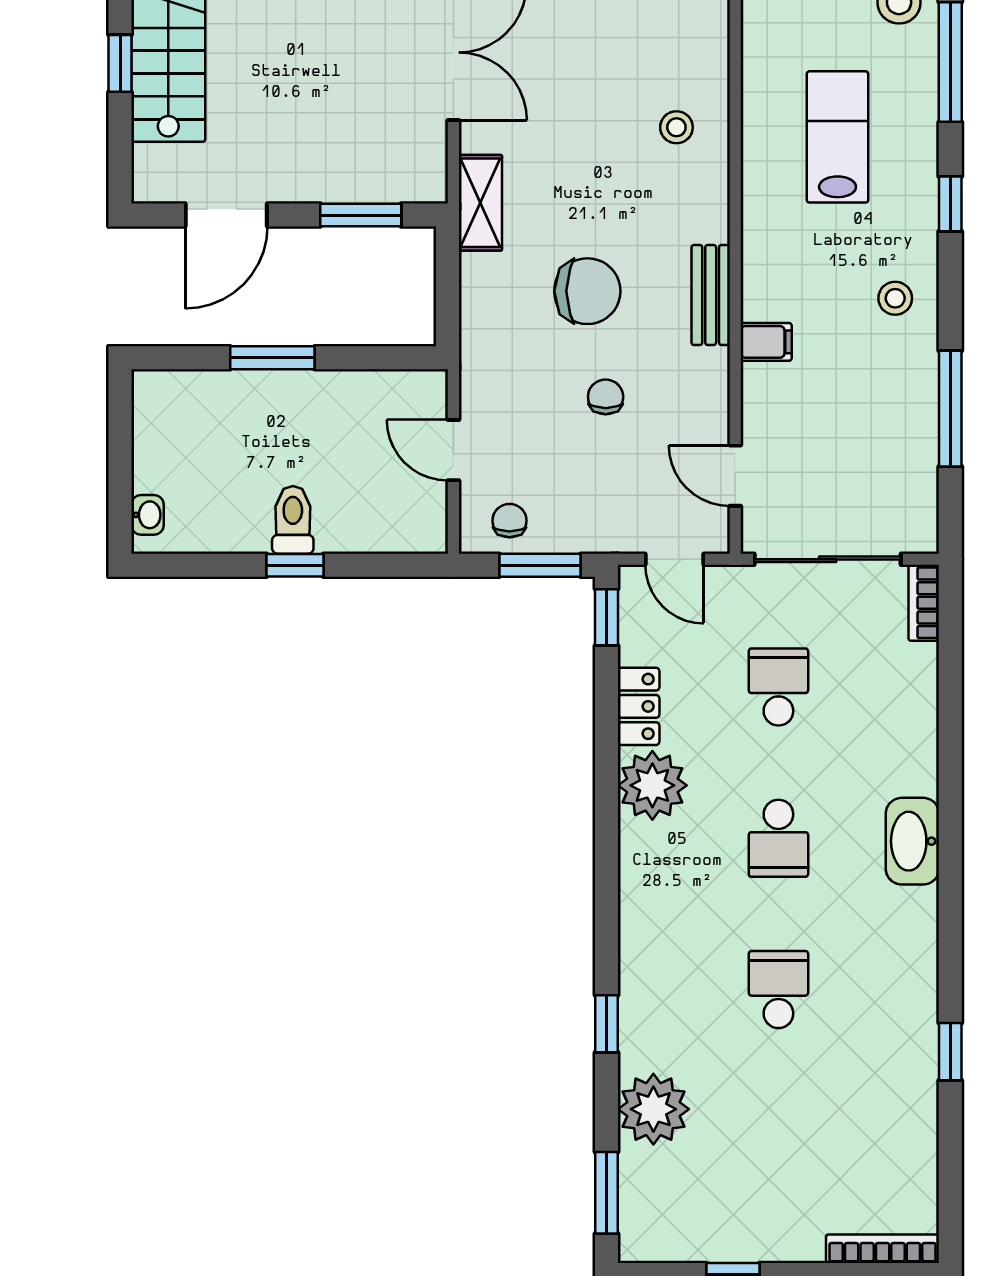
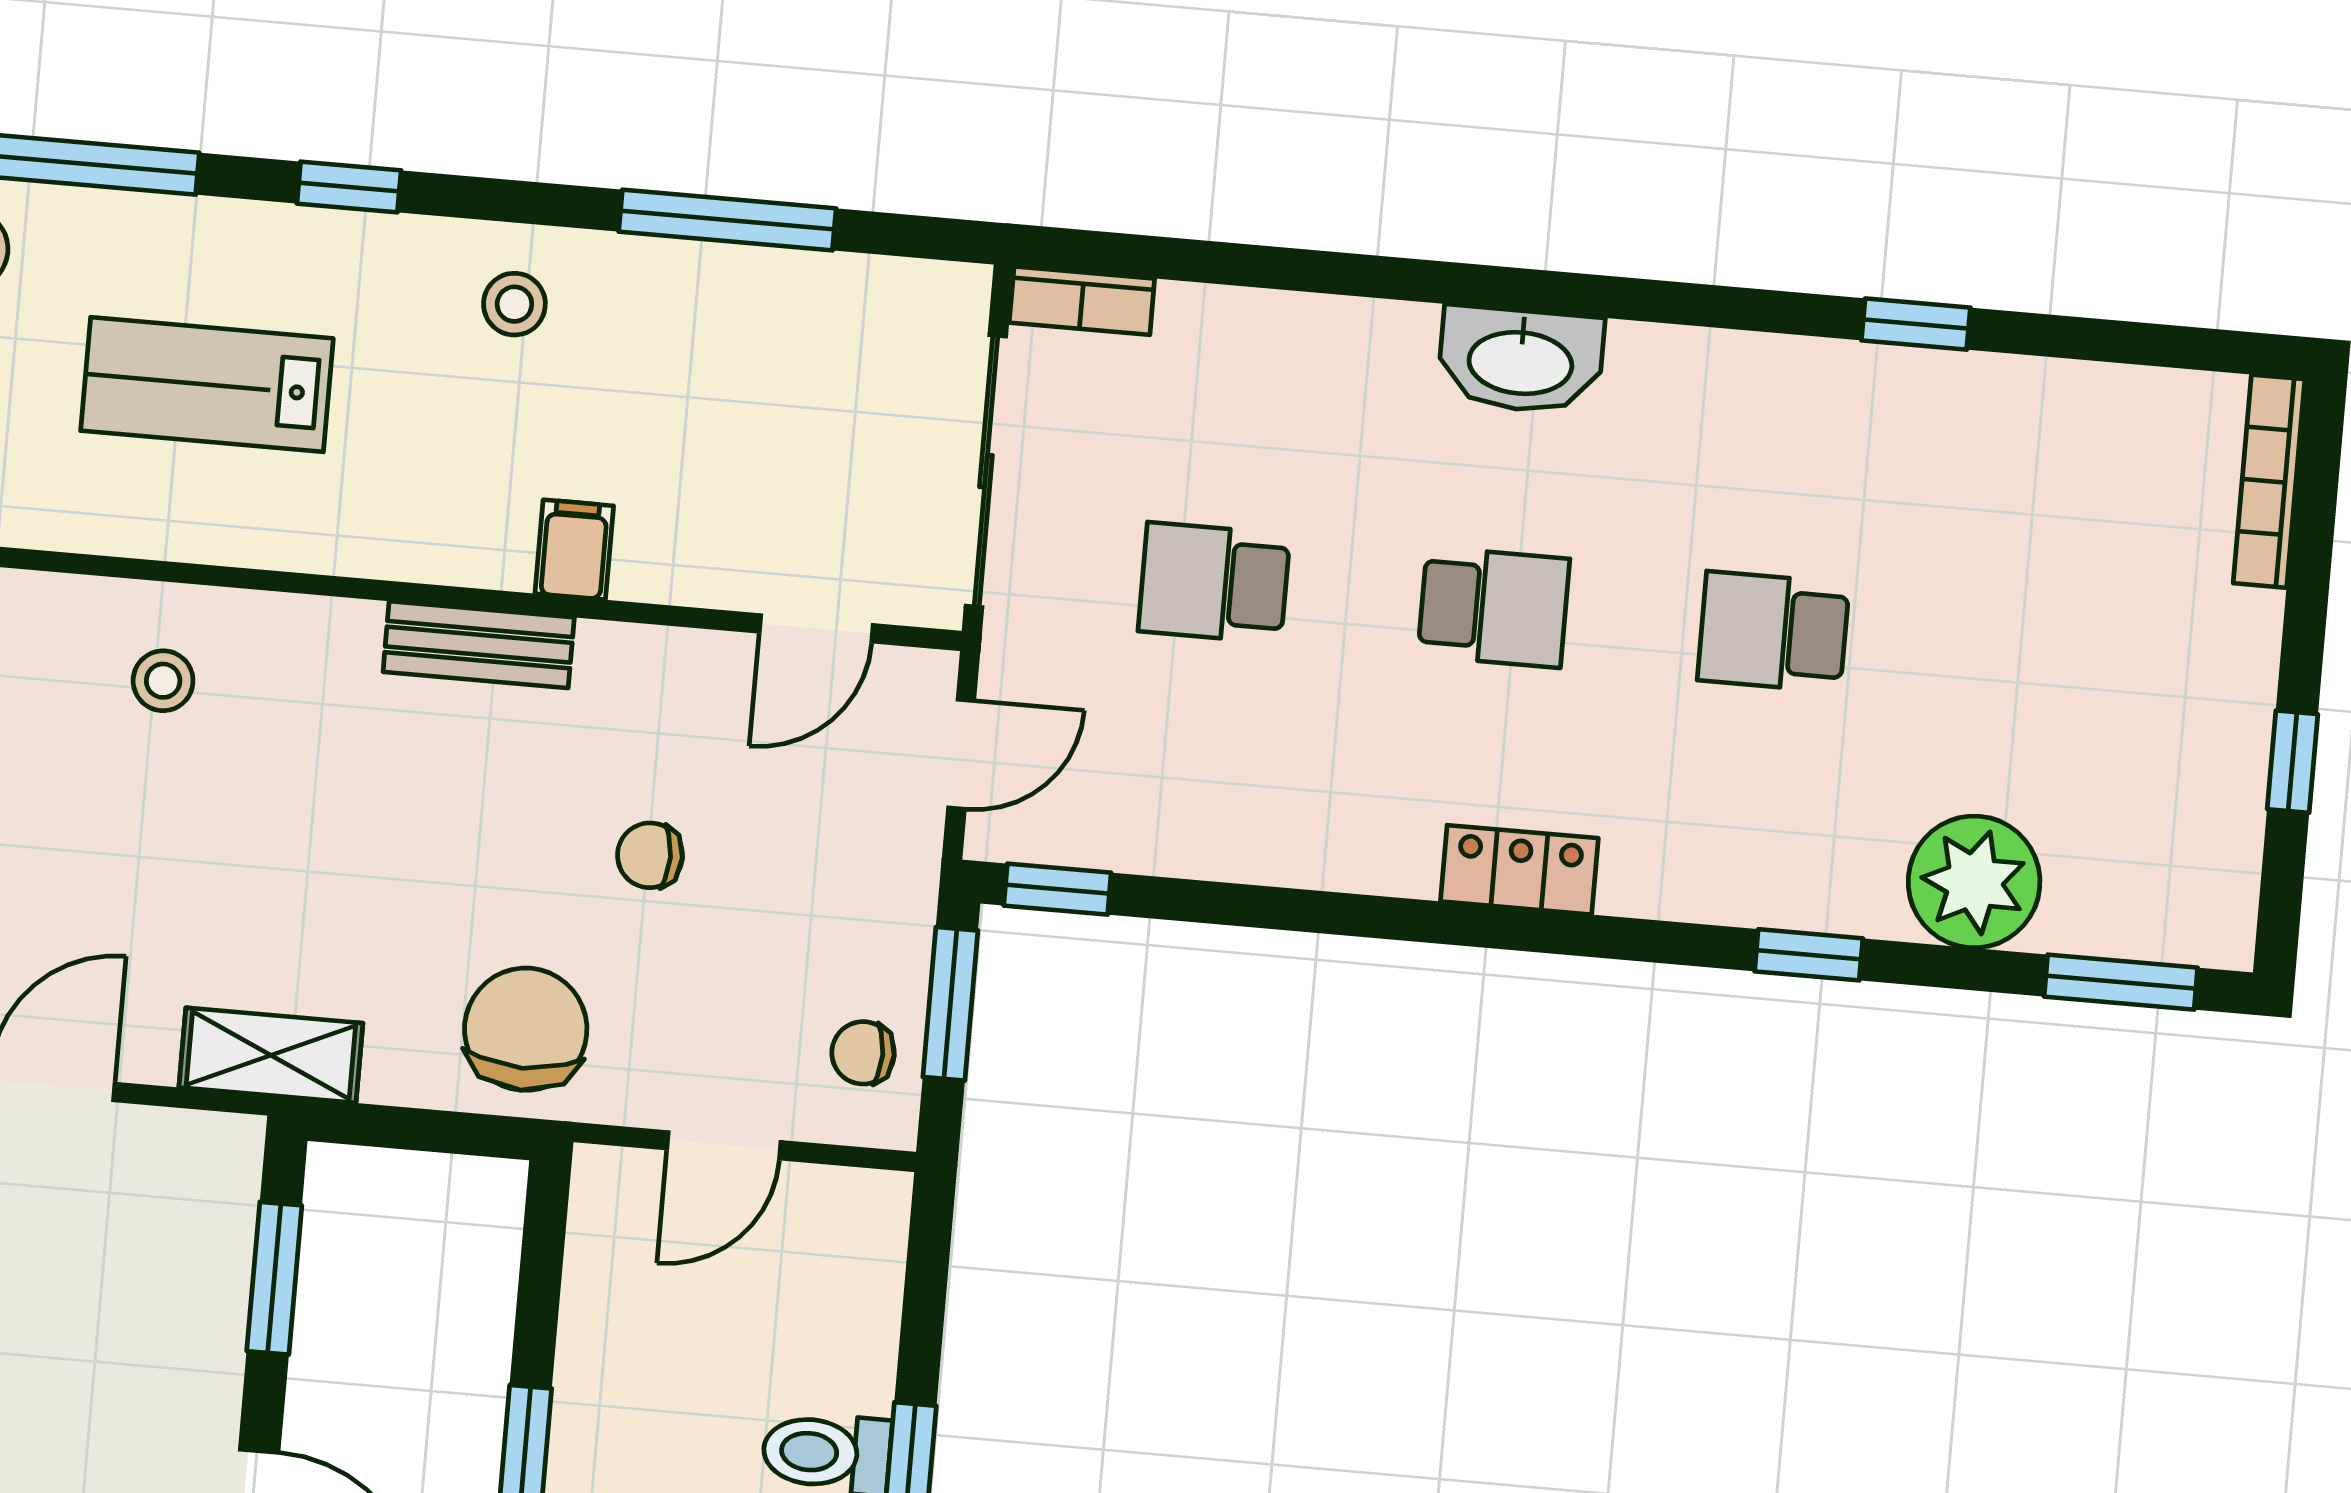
chair: (587, 291) -> (526, 1029), moved
locker: (639, 706) -> (1519, 870), moved
plant: (652, 785) -> (1376, 832), removed

